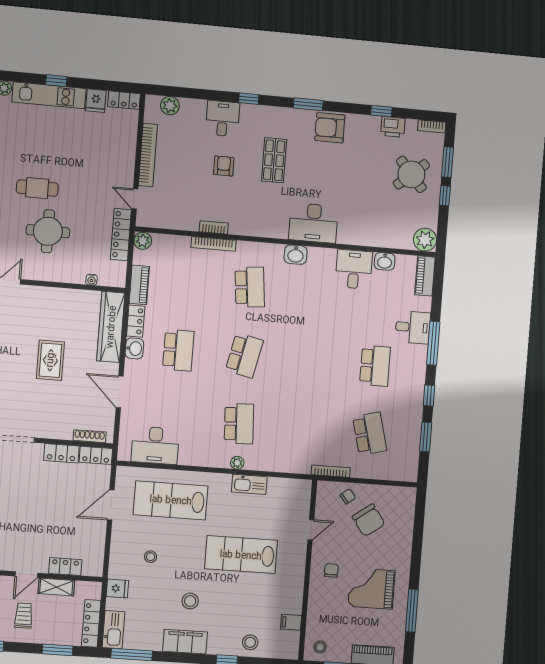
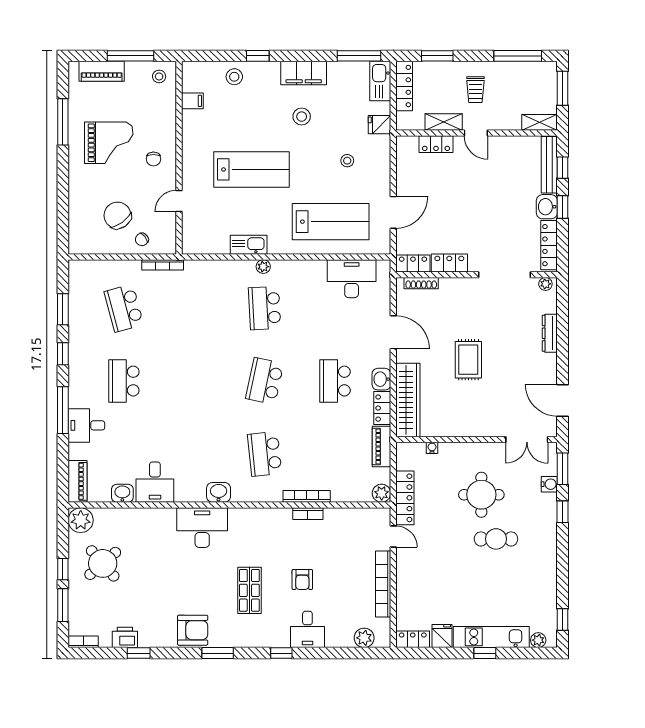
round table: (411, 174) -> (103, 563), moved
door: (26, 575) -> (476, 133), swing flipped

